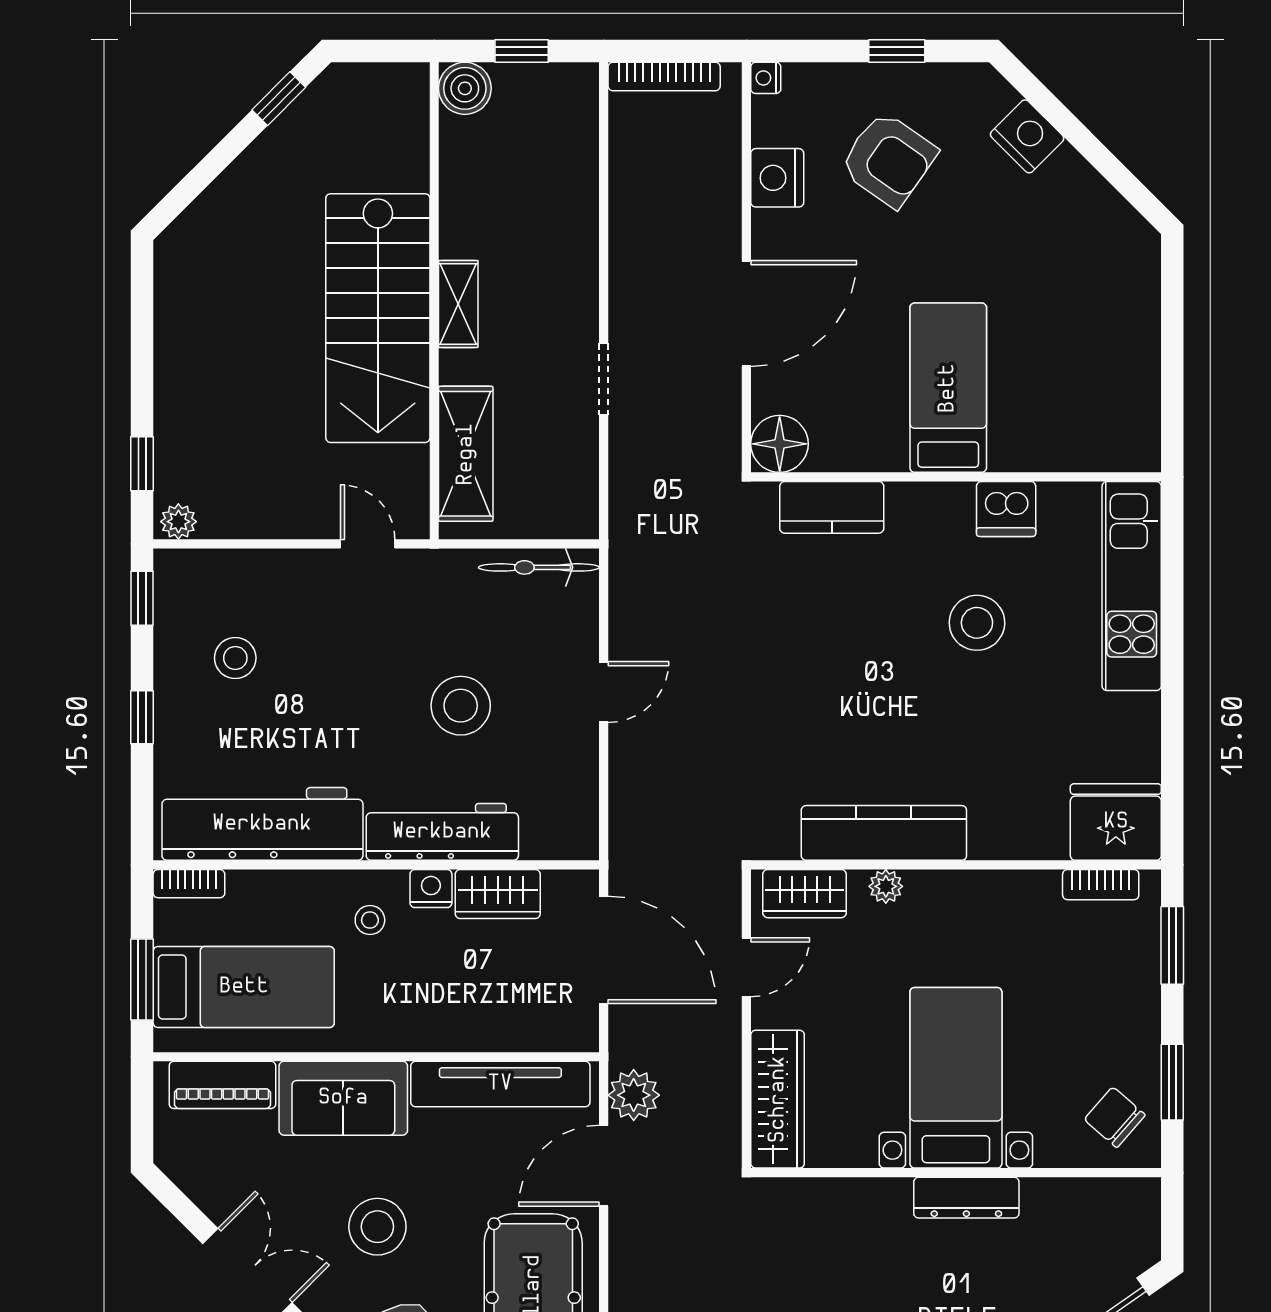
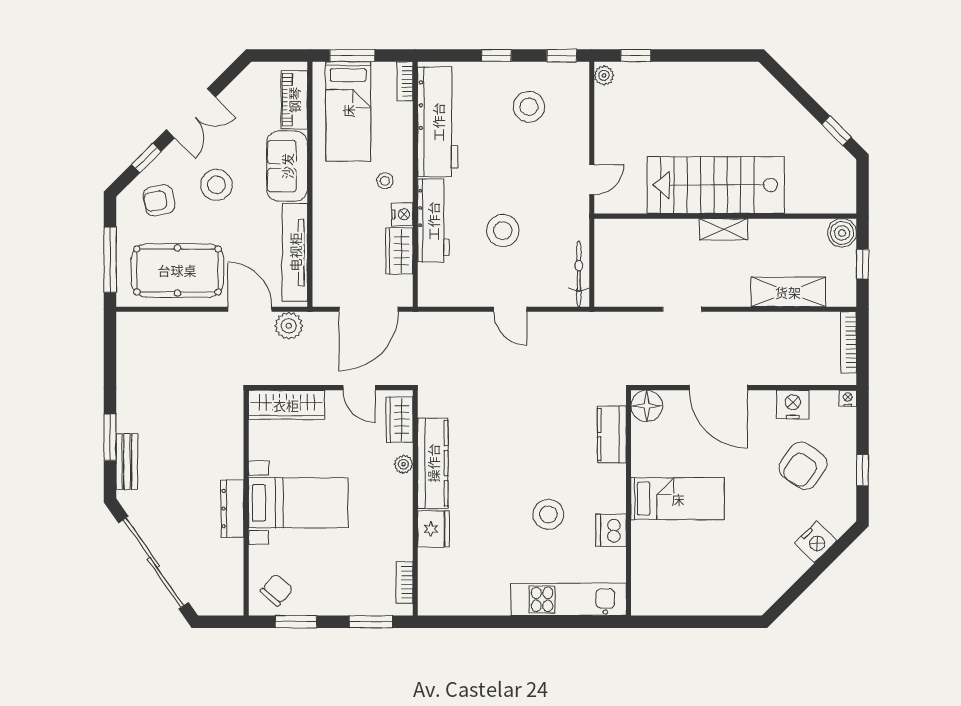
shelving: (466, 454) -> (788, 292), moved
stool: (235, 658) -> (529, 107), width x1.38, depth x1.38
fridge: (1116, 822) -> (433, 529), moved, width x0.73, depth x0.75

